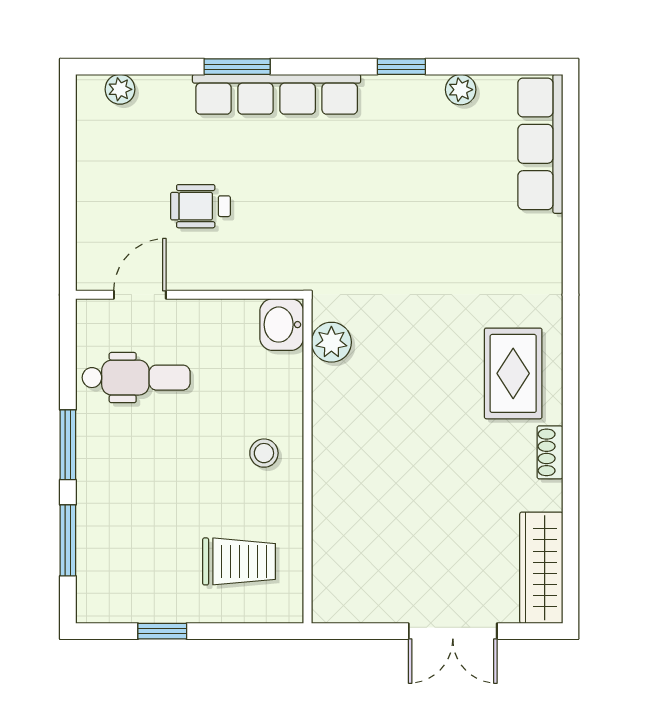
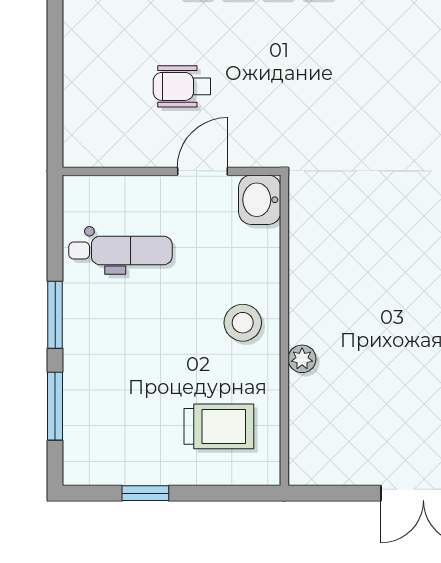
door: (140, 295) -> (202, 171), moved
plant: (331, 342) -> (302, 359), moved, width x0.73, depth x0.73
stool: (264, 453) -> (243, 323), width x1.37, depth x1.37

